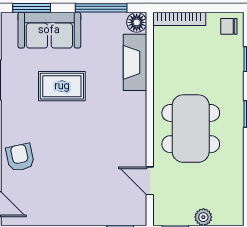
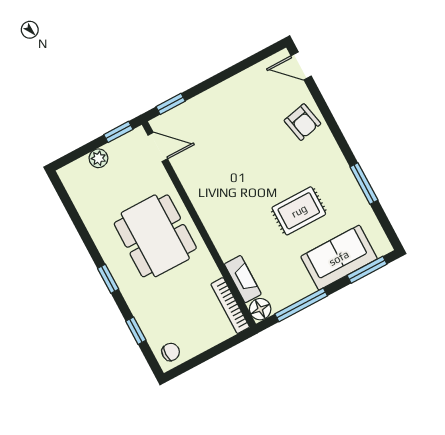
bookcase: (179, 19) -> (230, 306), moved, turned -90
fireplace: (135, 62) -> (243, 279), width x0.73, depth x0.76
door: (150, 181) -> (158, 147), moved

